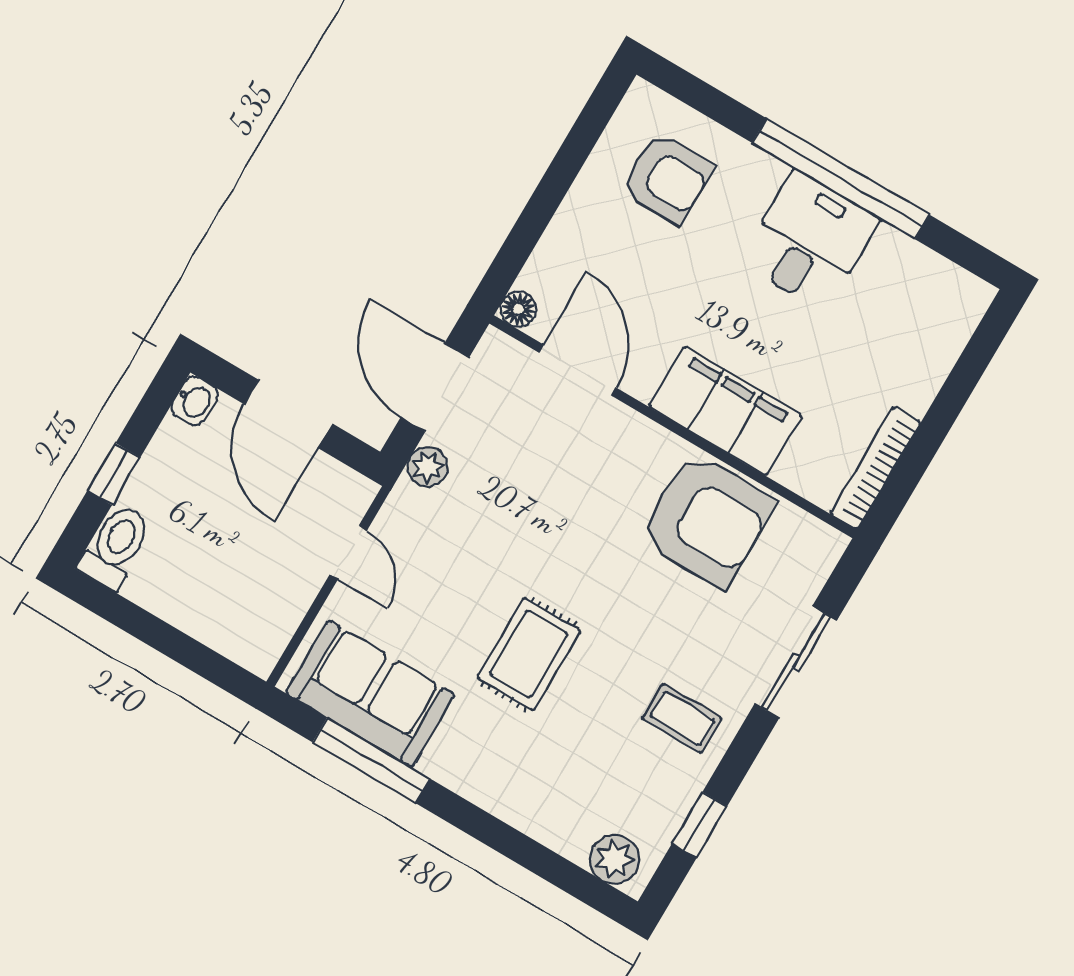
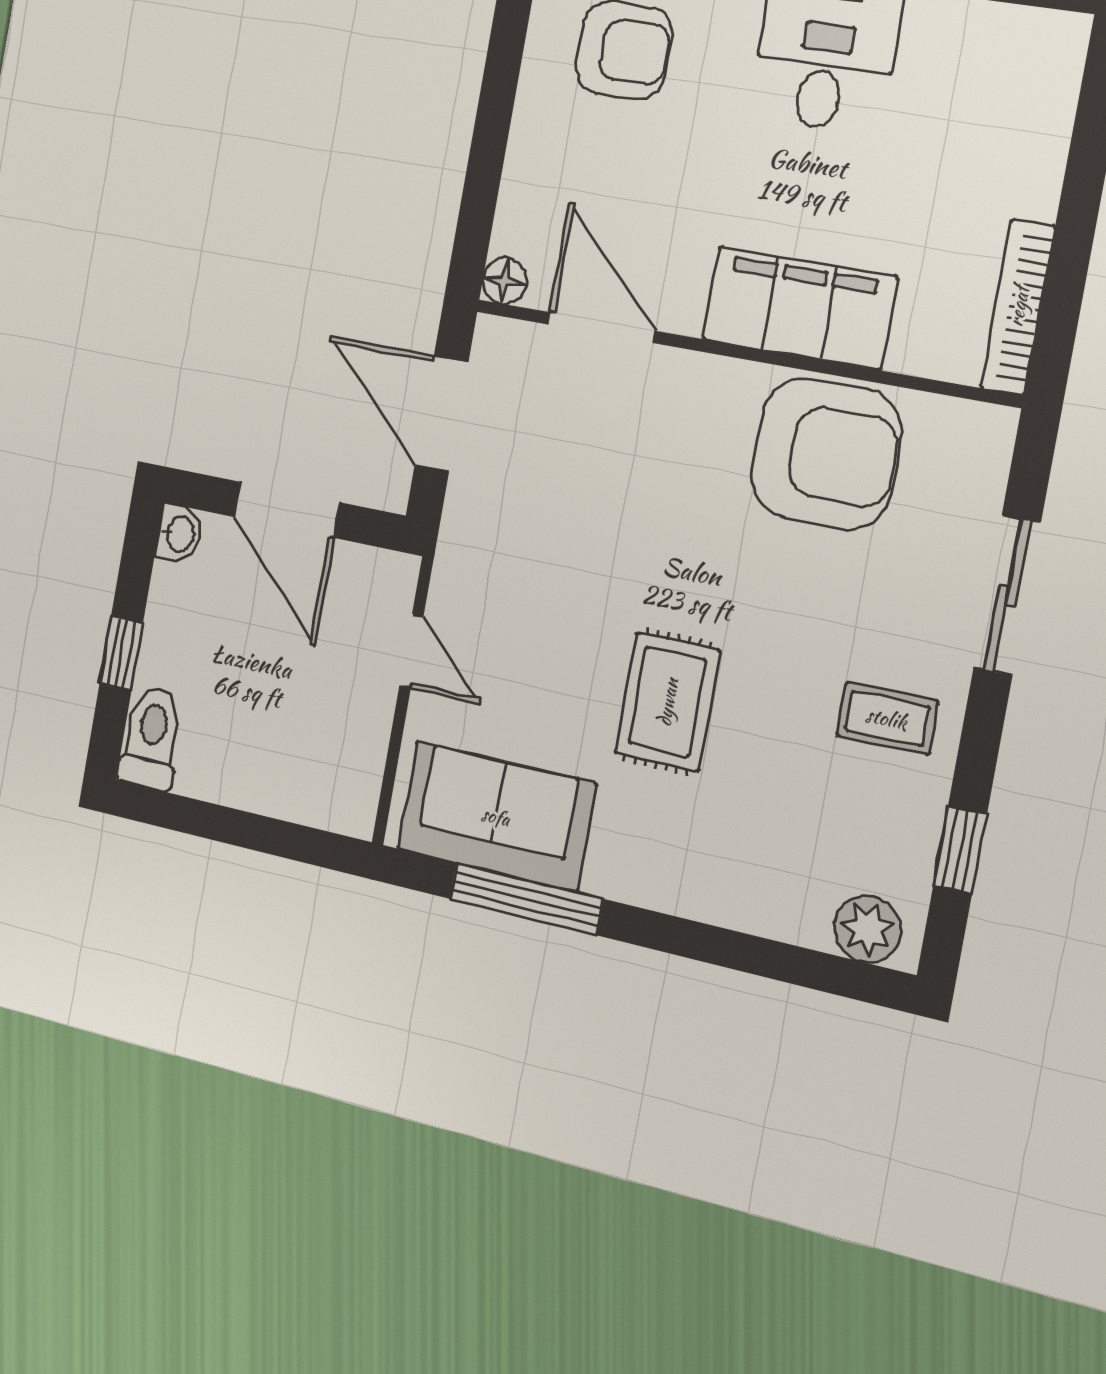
plant: (428, 467) -> (467, 513), removed

